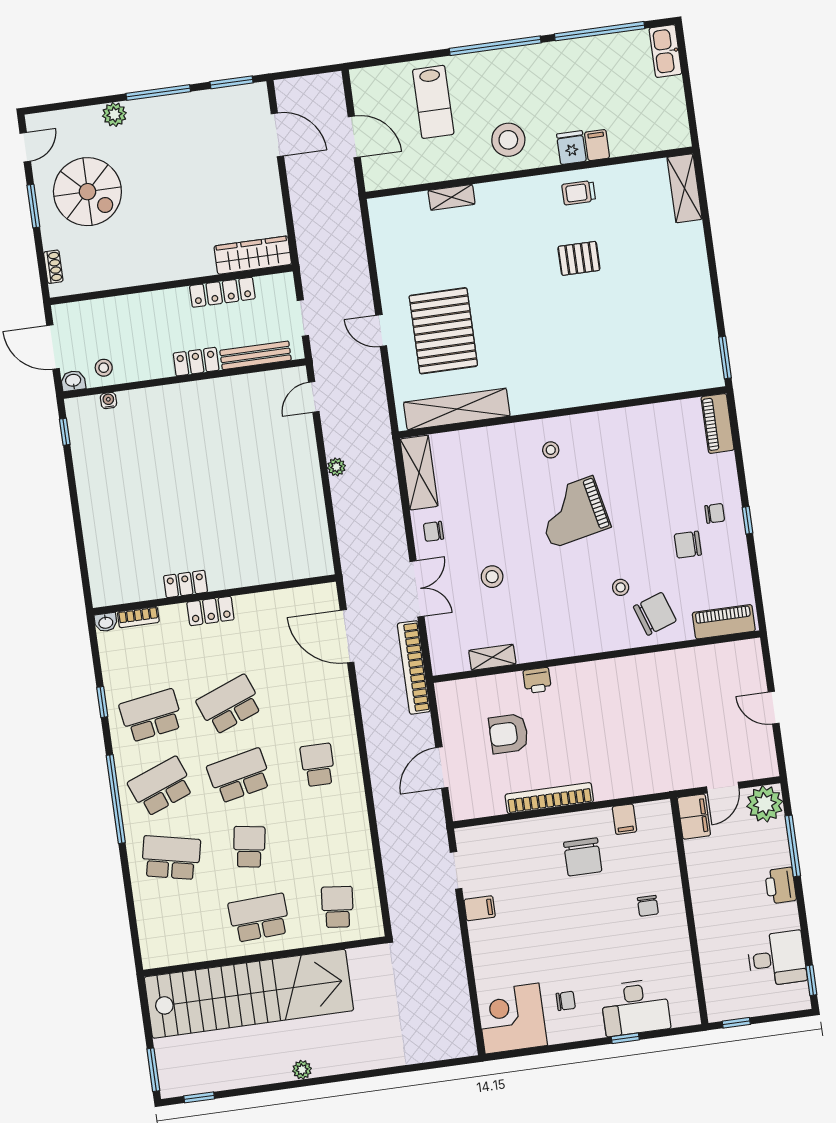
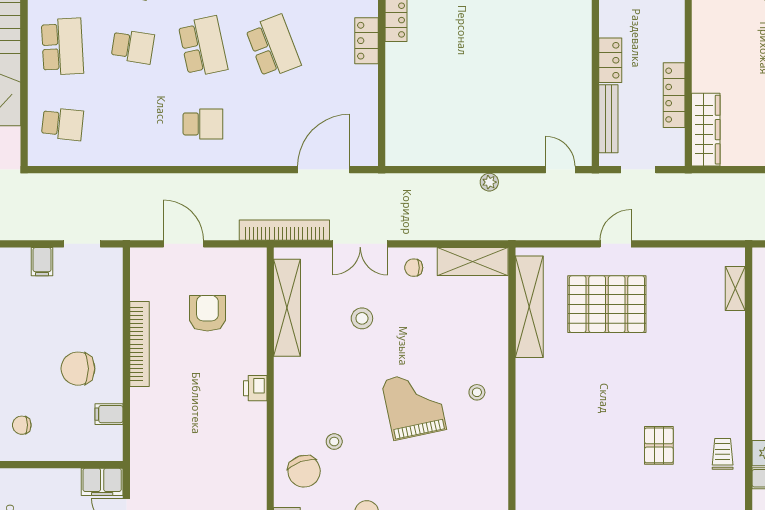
shelving: (452, 197) -> (735, 289), moved
chair: (433, 531) -> (414, 268), turned -90
shelving: (492, 657) -> (287, 308), width x2.20, depth x1.33
printer: (537, 680) -> (255, 388), moved

